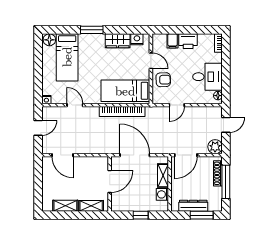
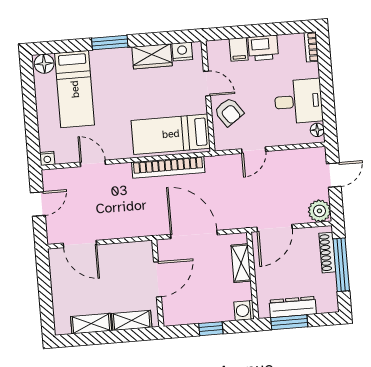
armchair: (163, 80) -> (229, 112), turned 57
washing machine: (162, 194) -> (244, 311), moved
window: (202, 215) -> (289, 322), moved

